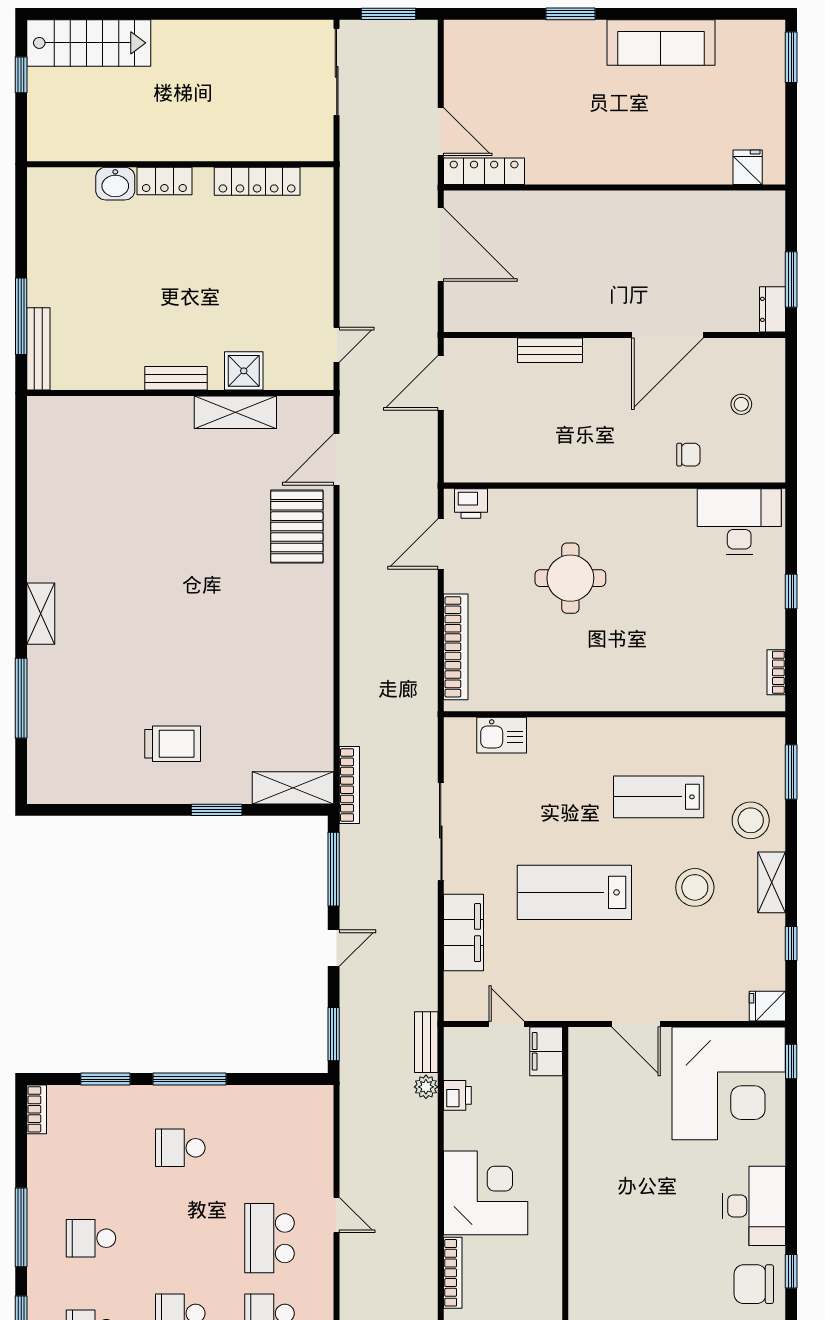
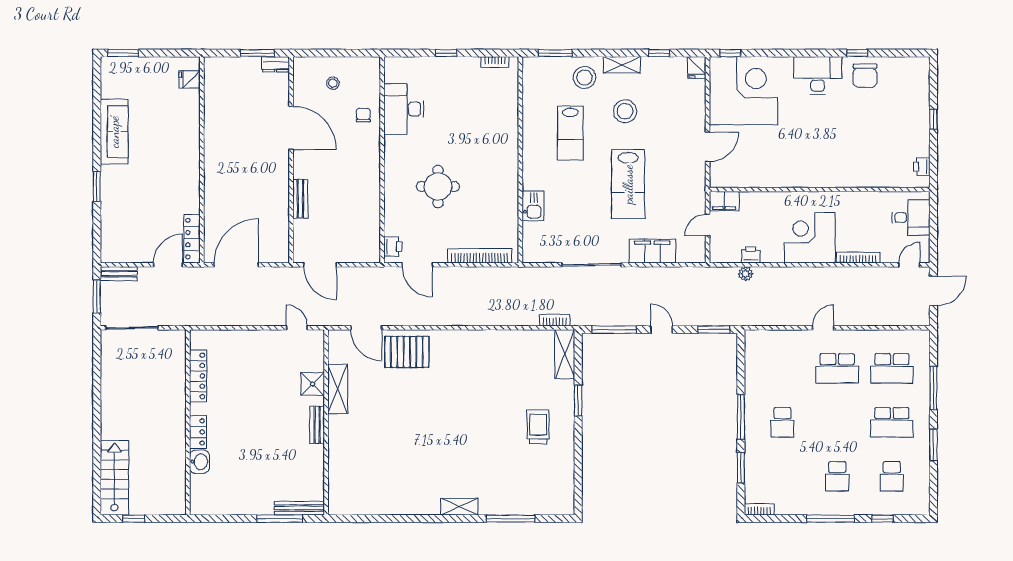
desk: (739, 521) -> (404, 109), moved
kitchen sink: (502, 735) -> (533, 206), moved
bookcase: (349, 785) -> (555, 320), width x0.64
bench: (426, 1042) -> (119, 274), moved

